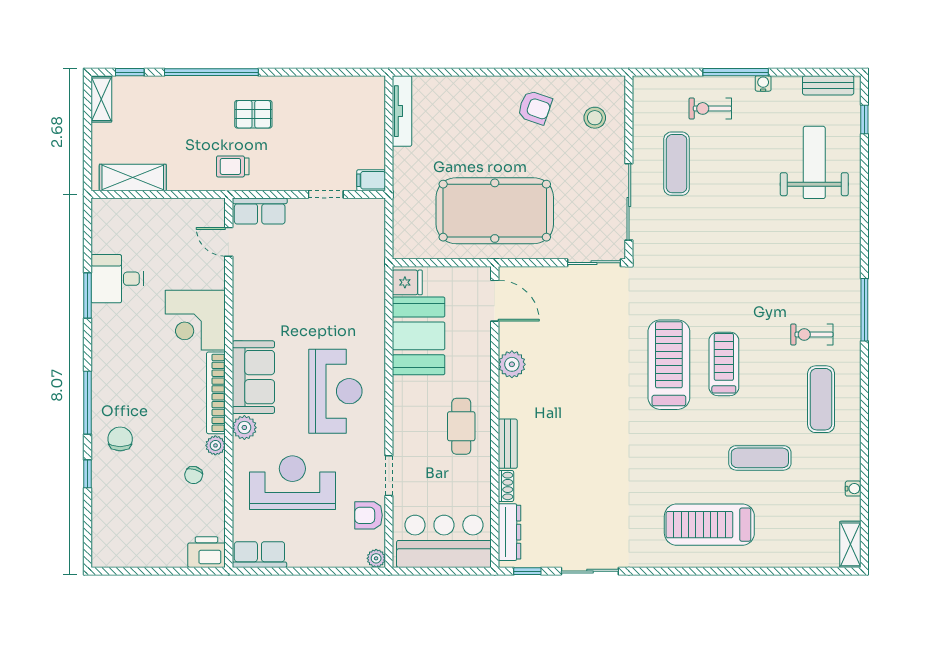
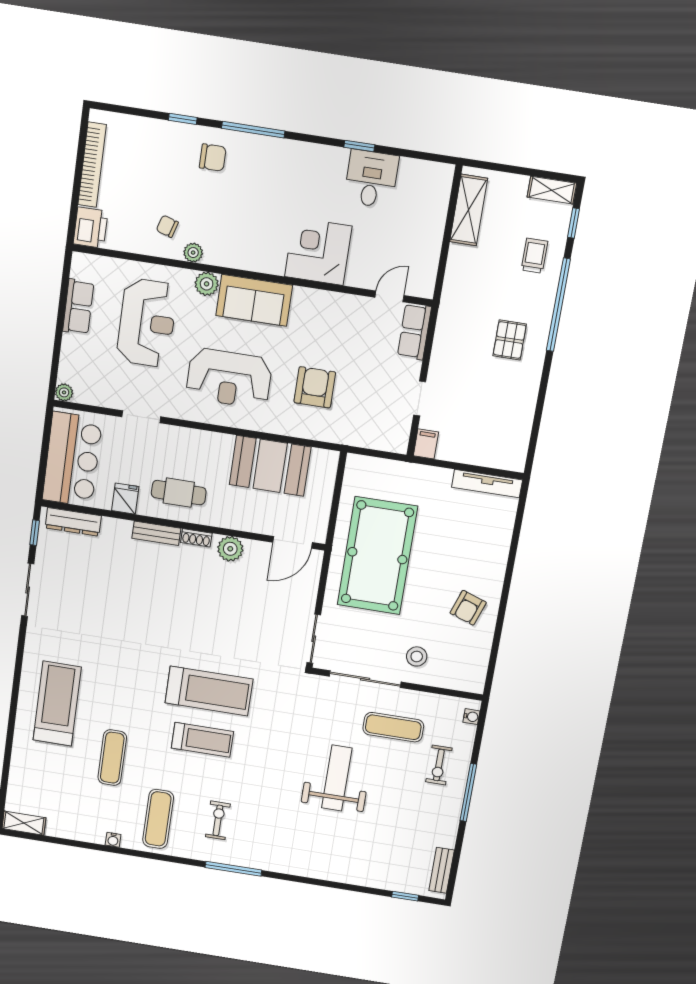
water cooler: (763, 83) -> (471, 717), moved
exercise bike: (710, 108) -> (439, 765), turned 180
stool: (595, 118) -> (417, 656), moved
weight bench: (814, 162) -> (337, 778), moved, turned -90
trolley: (233, 166) -> (534, 256), moved
fridge: (407, 282) -> (125, 499), moved, turned 180
window: (88, 296) -> (359, 146), width x0.67
bookcase: (216, 393) -> (92, 165), moved, turned 90
exercise mat: (821, 399) -> (158, 819), turned 90
shoe rack: (506, 486) -> (196, 538), moved
water cooler: (853, 489) -> (113, 840), moved
armchair: (369, 515) -> (315, 387), moved, width x1.38, depth x1.38
row of seats: (259, 555) -> (78, 307), moved

